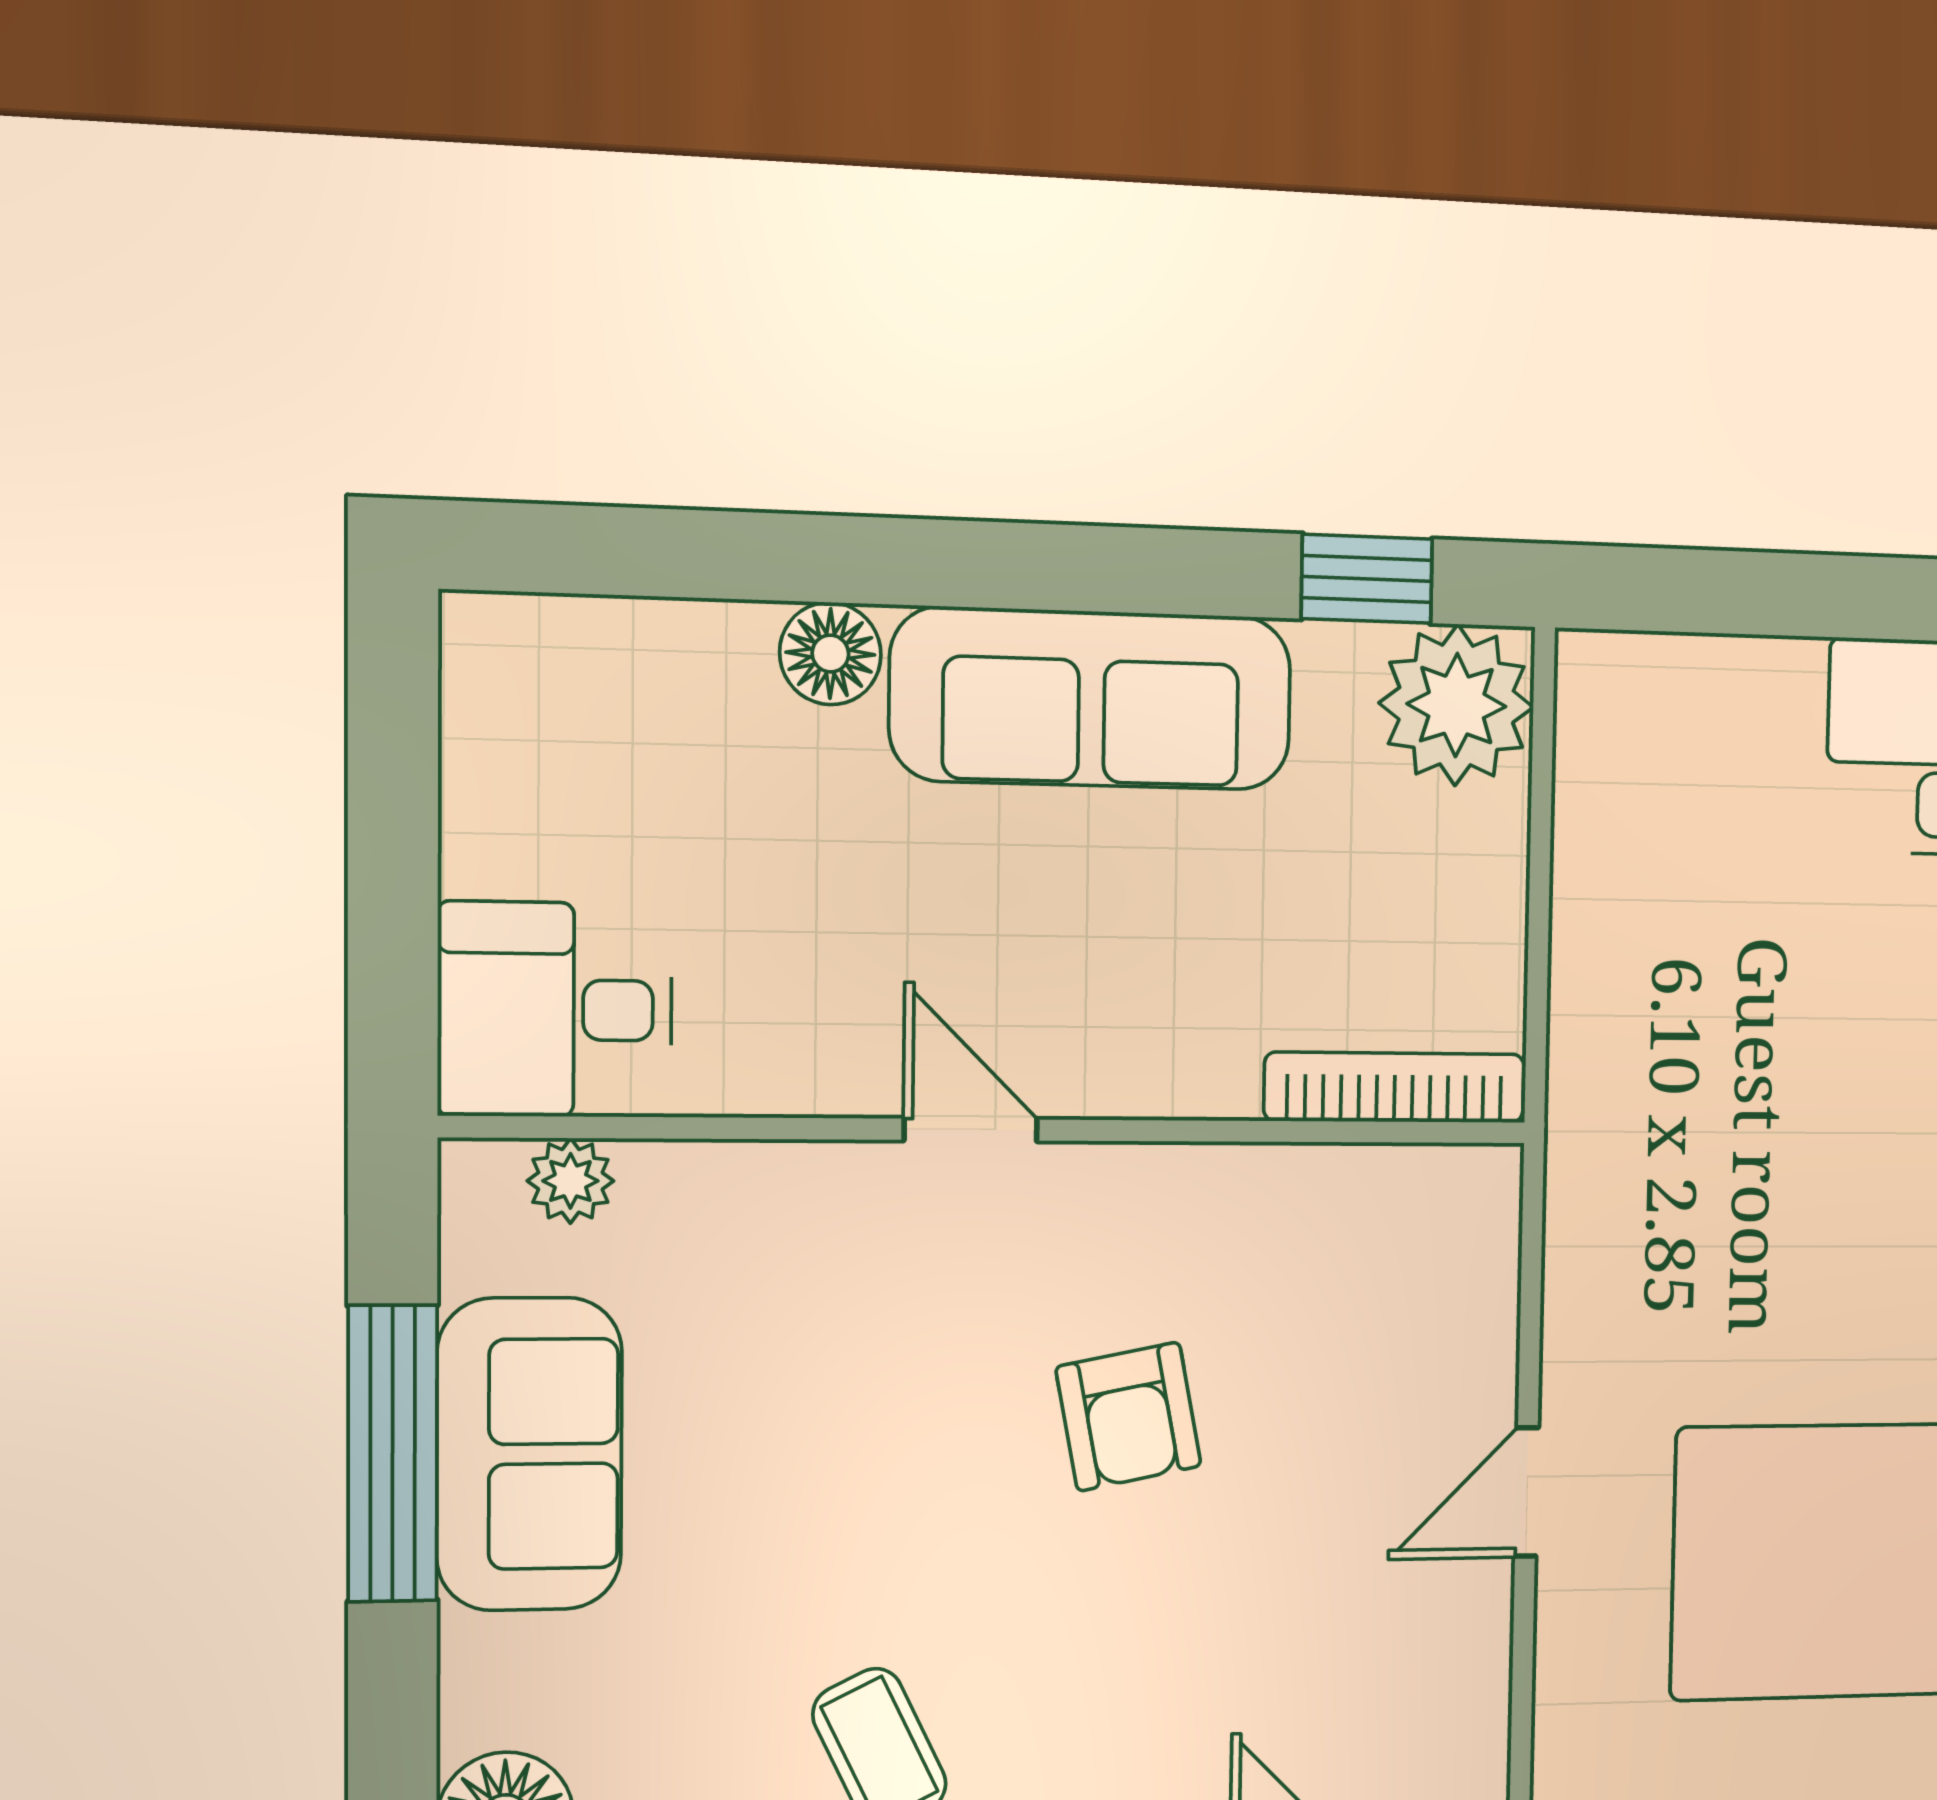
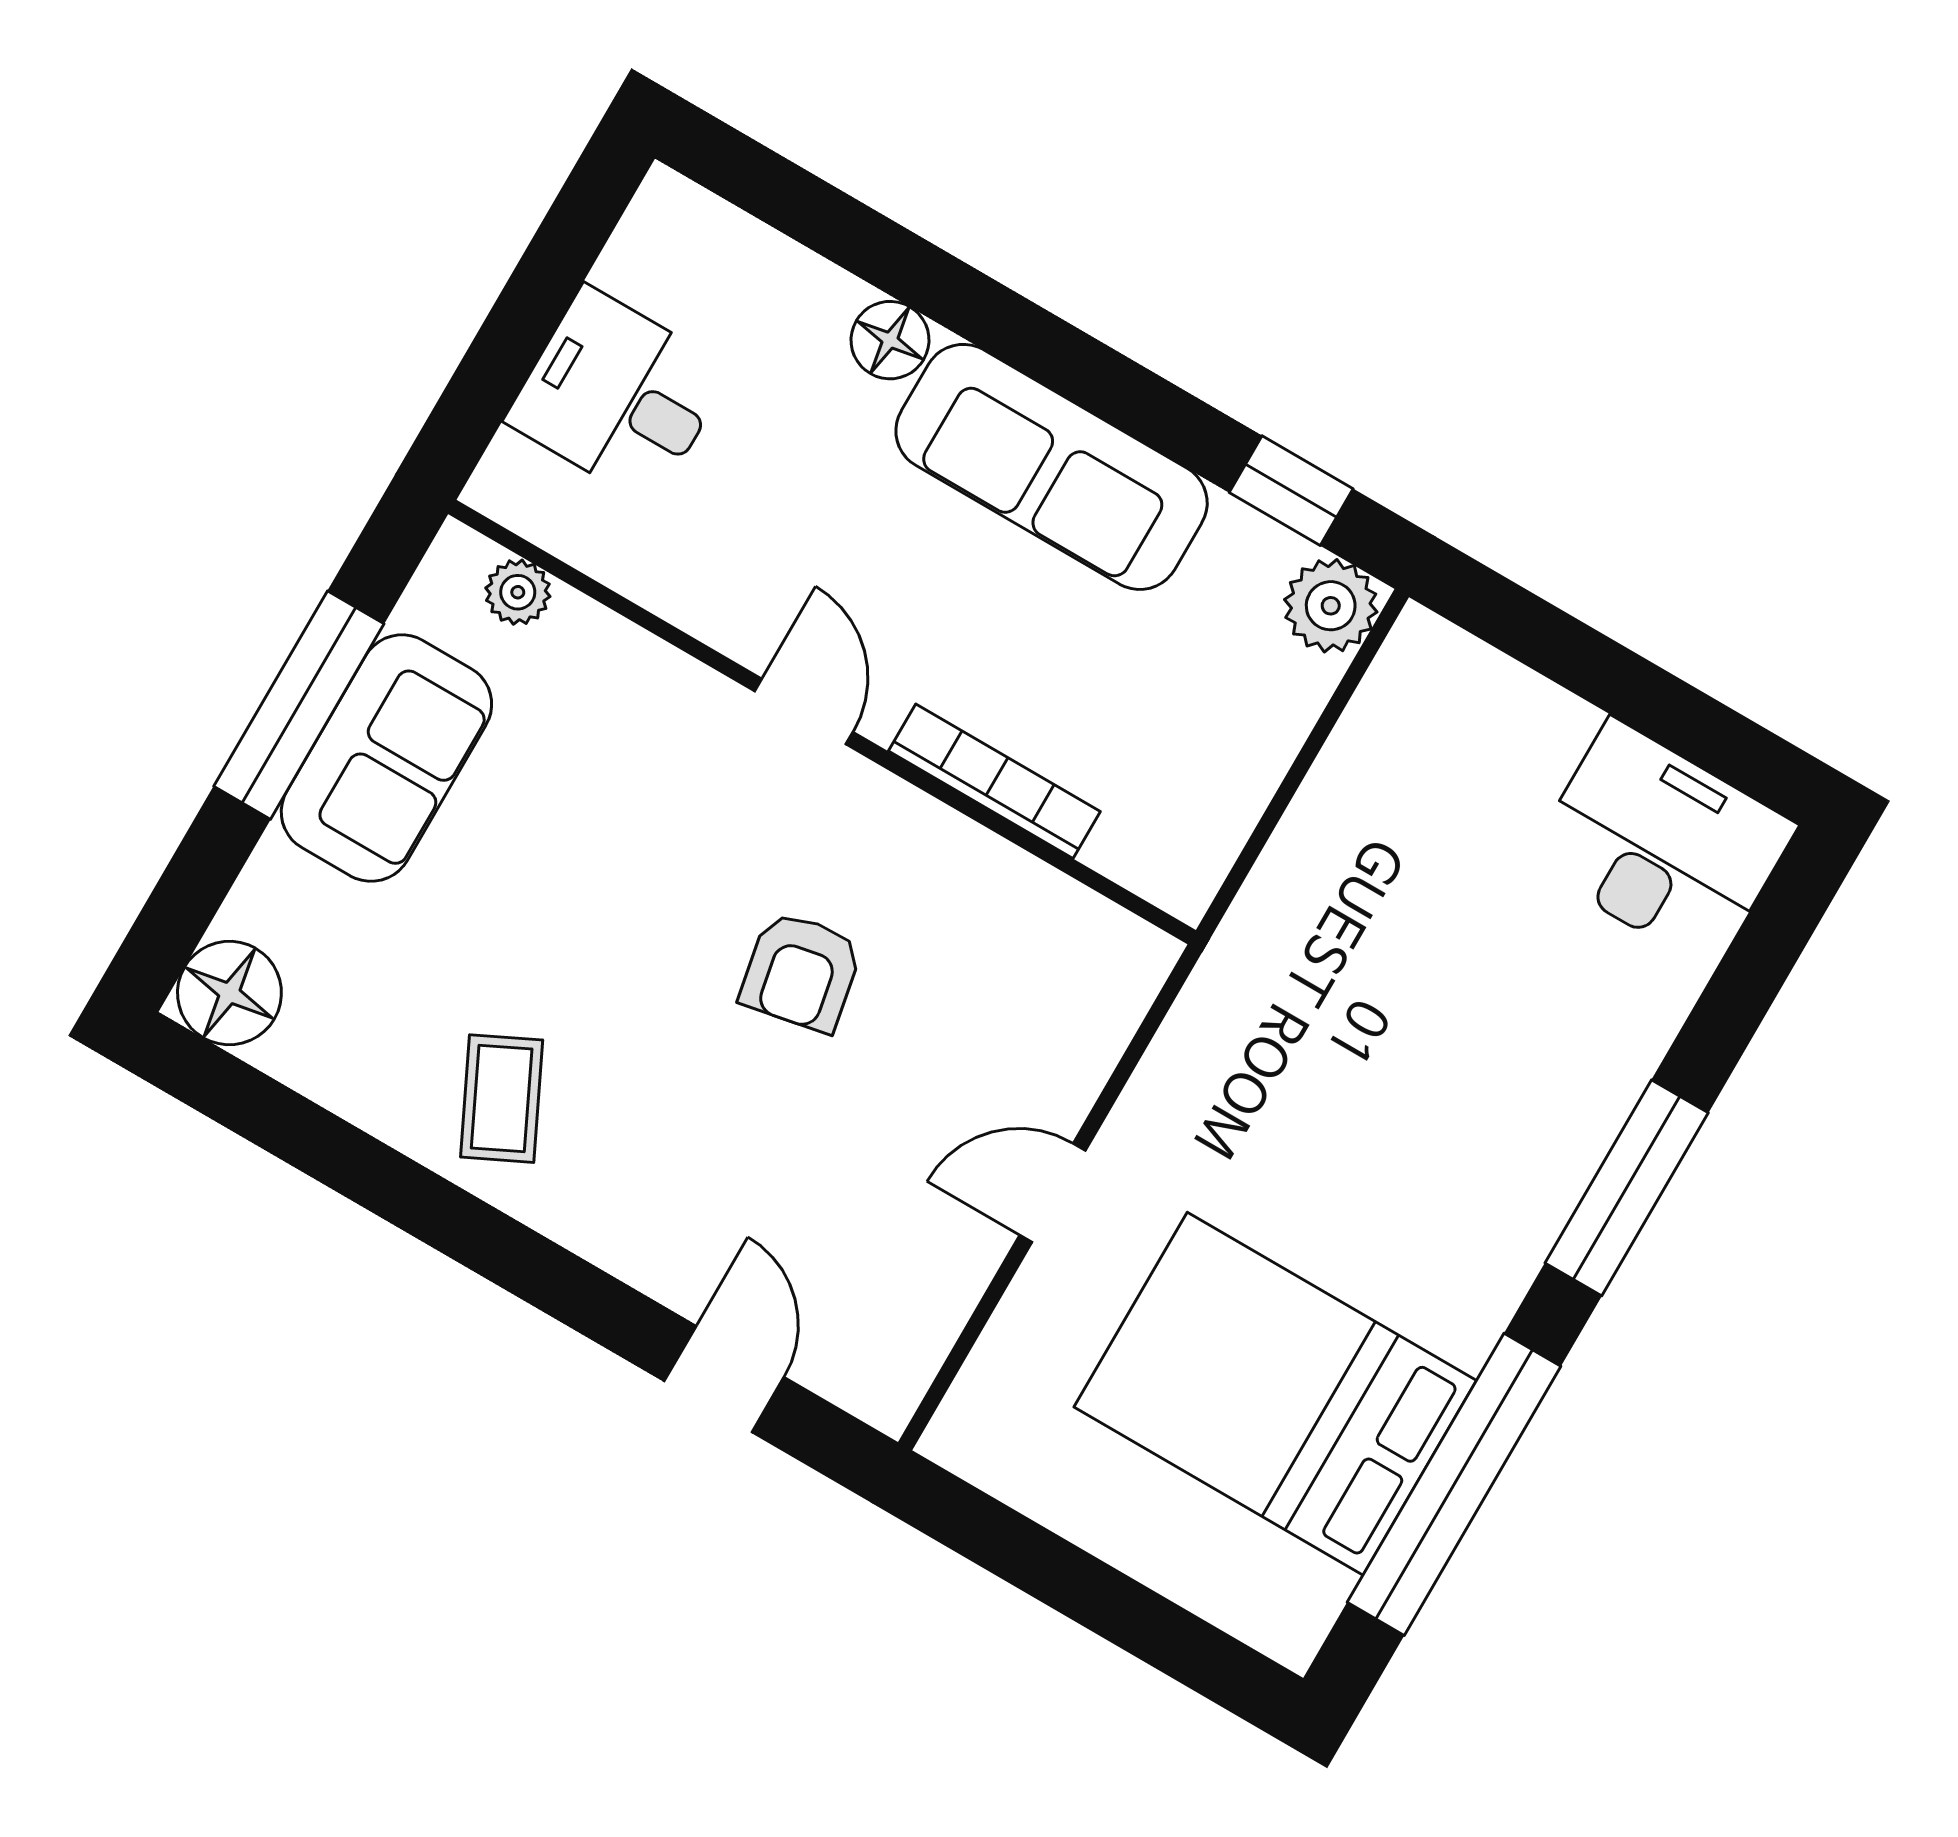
plant: (1456, 705) -> (1331, 606), width x0.73, depth x0.73
desk: (555, 1010) -> (618, 396), moved
bookcase: (1395, 1087) -> (994, 781), moved

